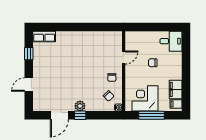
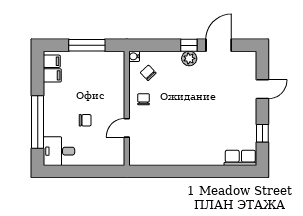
window: (186, 62) -> (38, 122), added
filing cabinet: (176, 89) -> (52, 75), width x0.50
corner desk: (145, 98) -> (96, 69), removed

